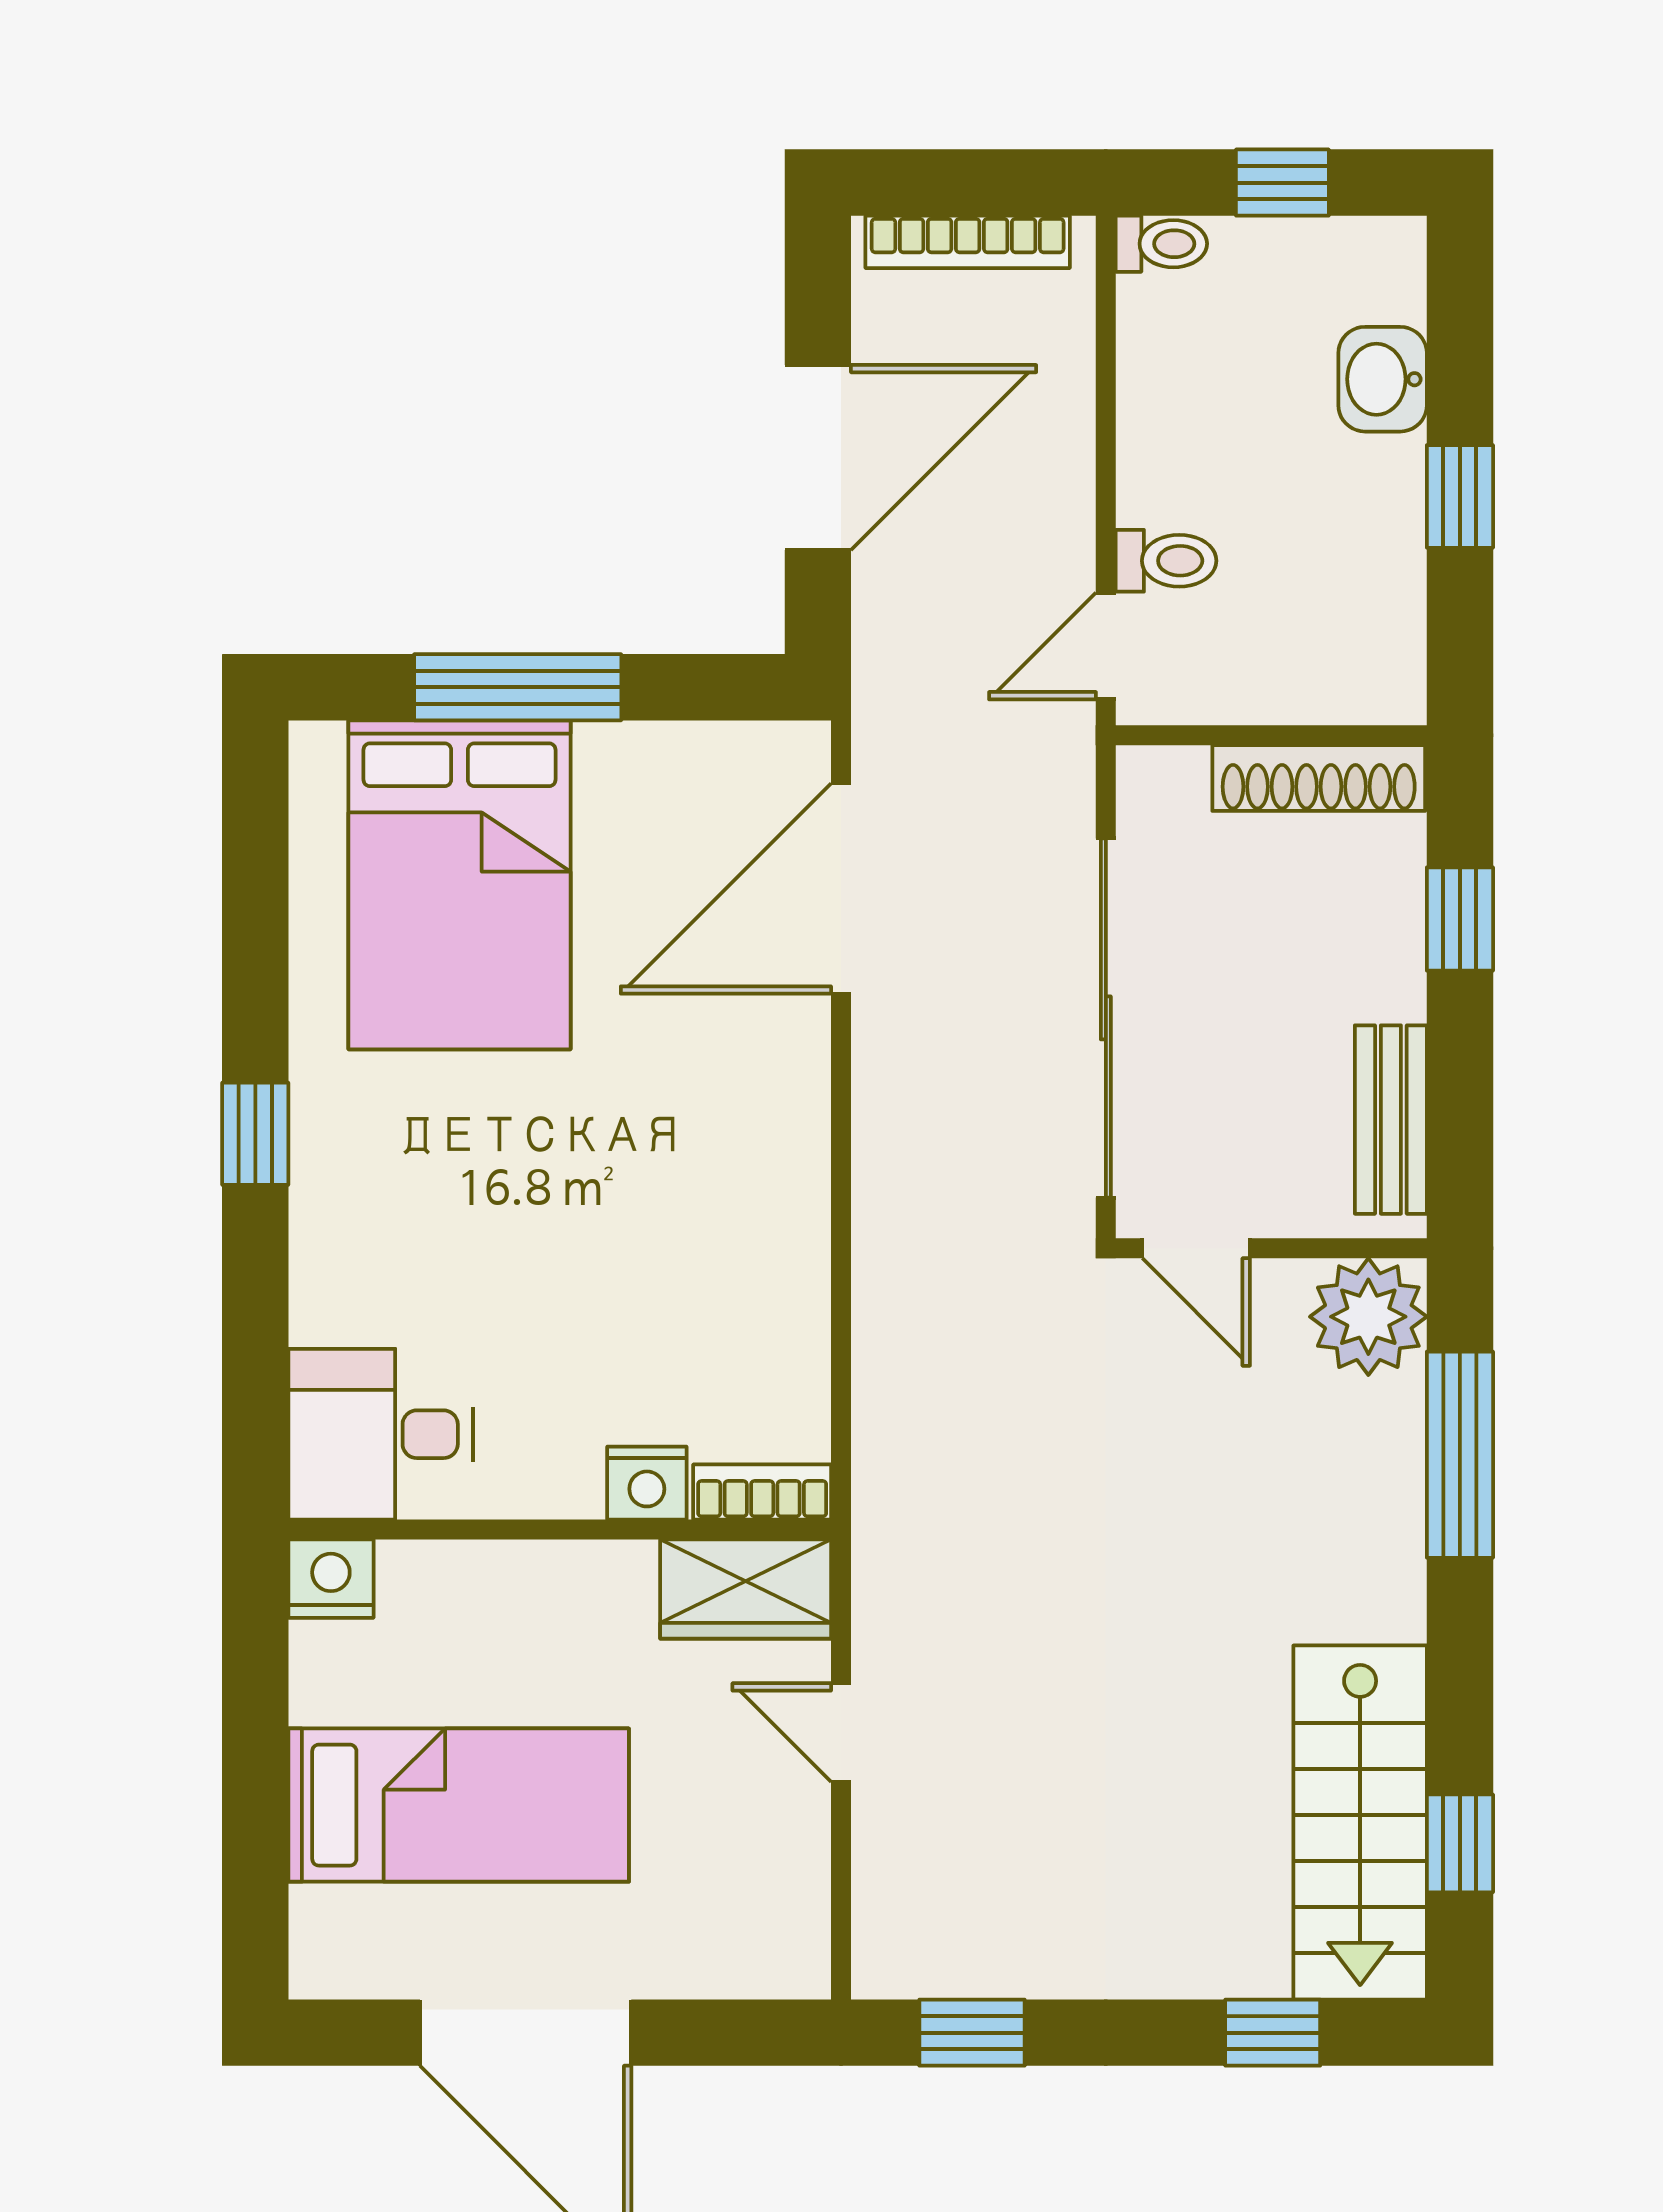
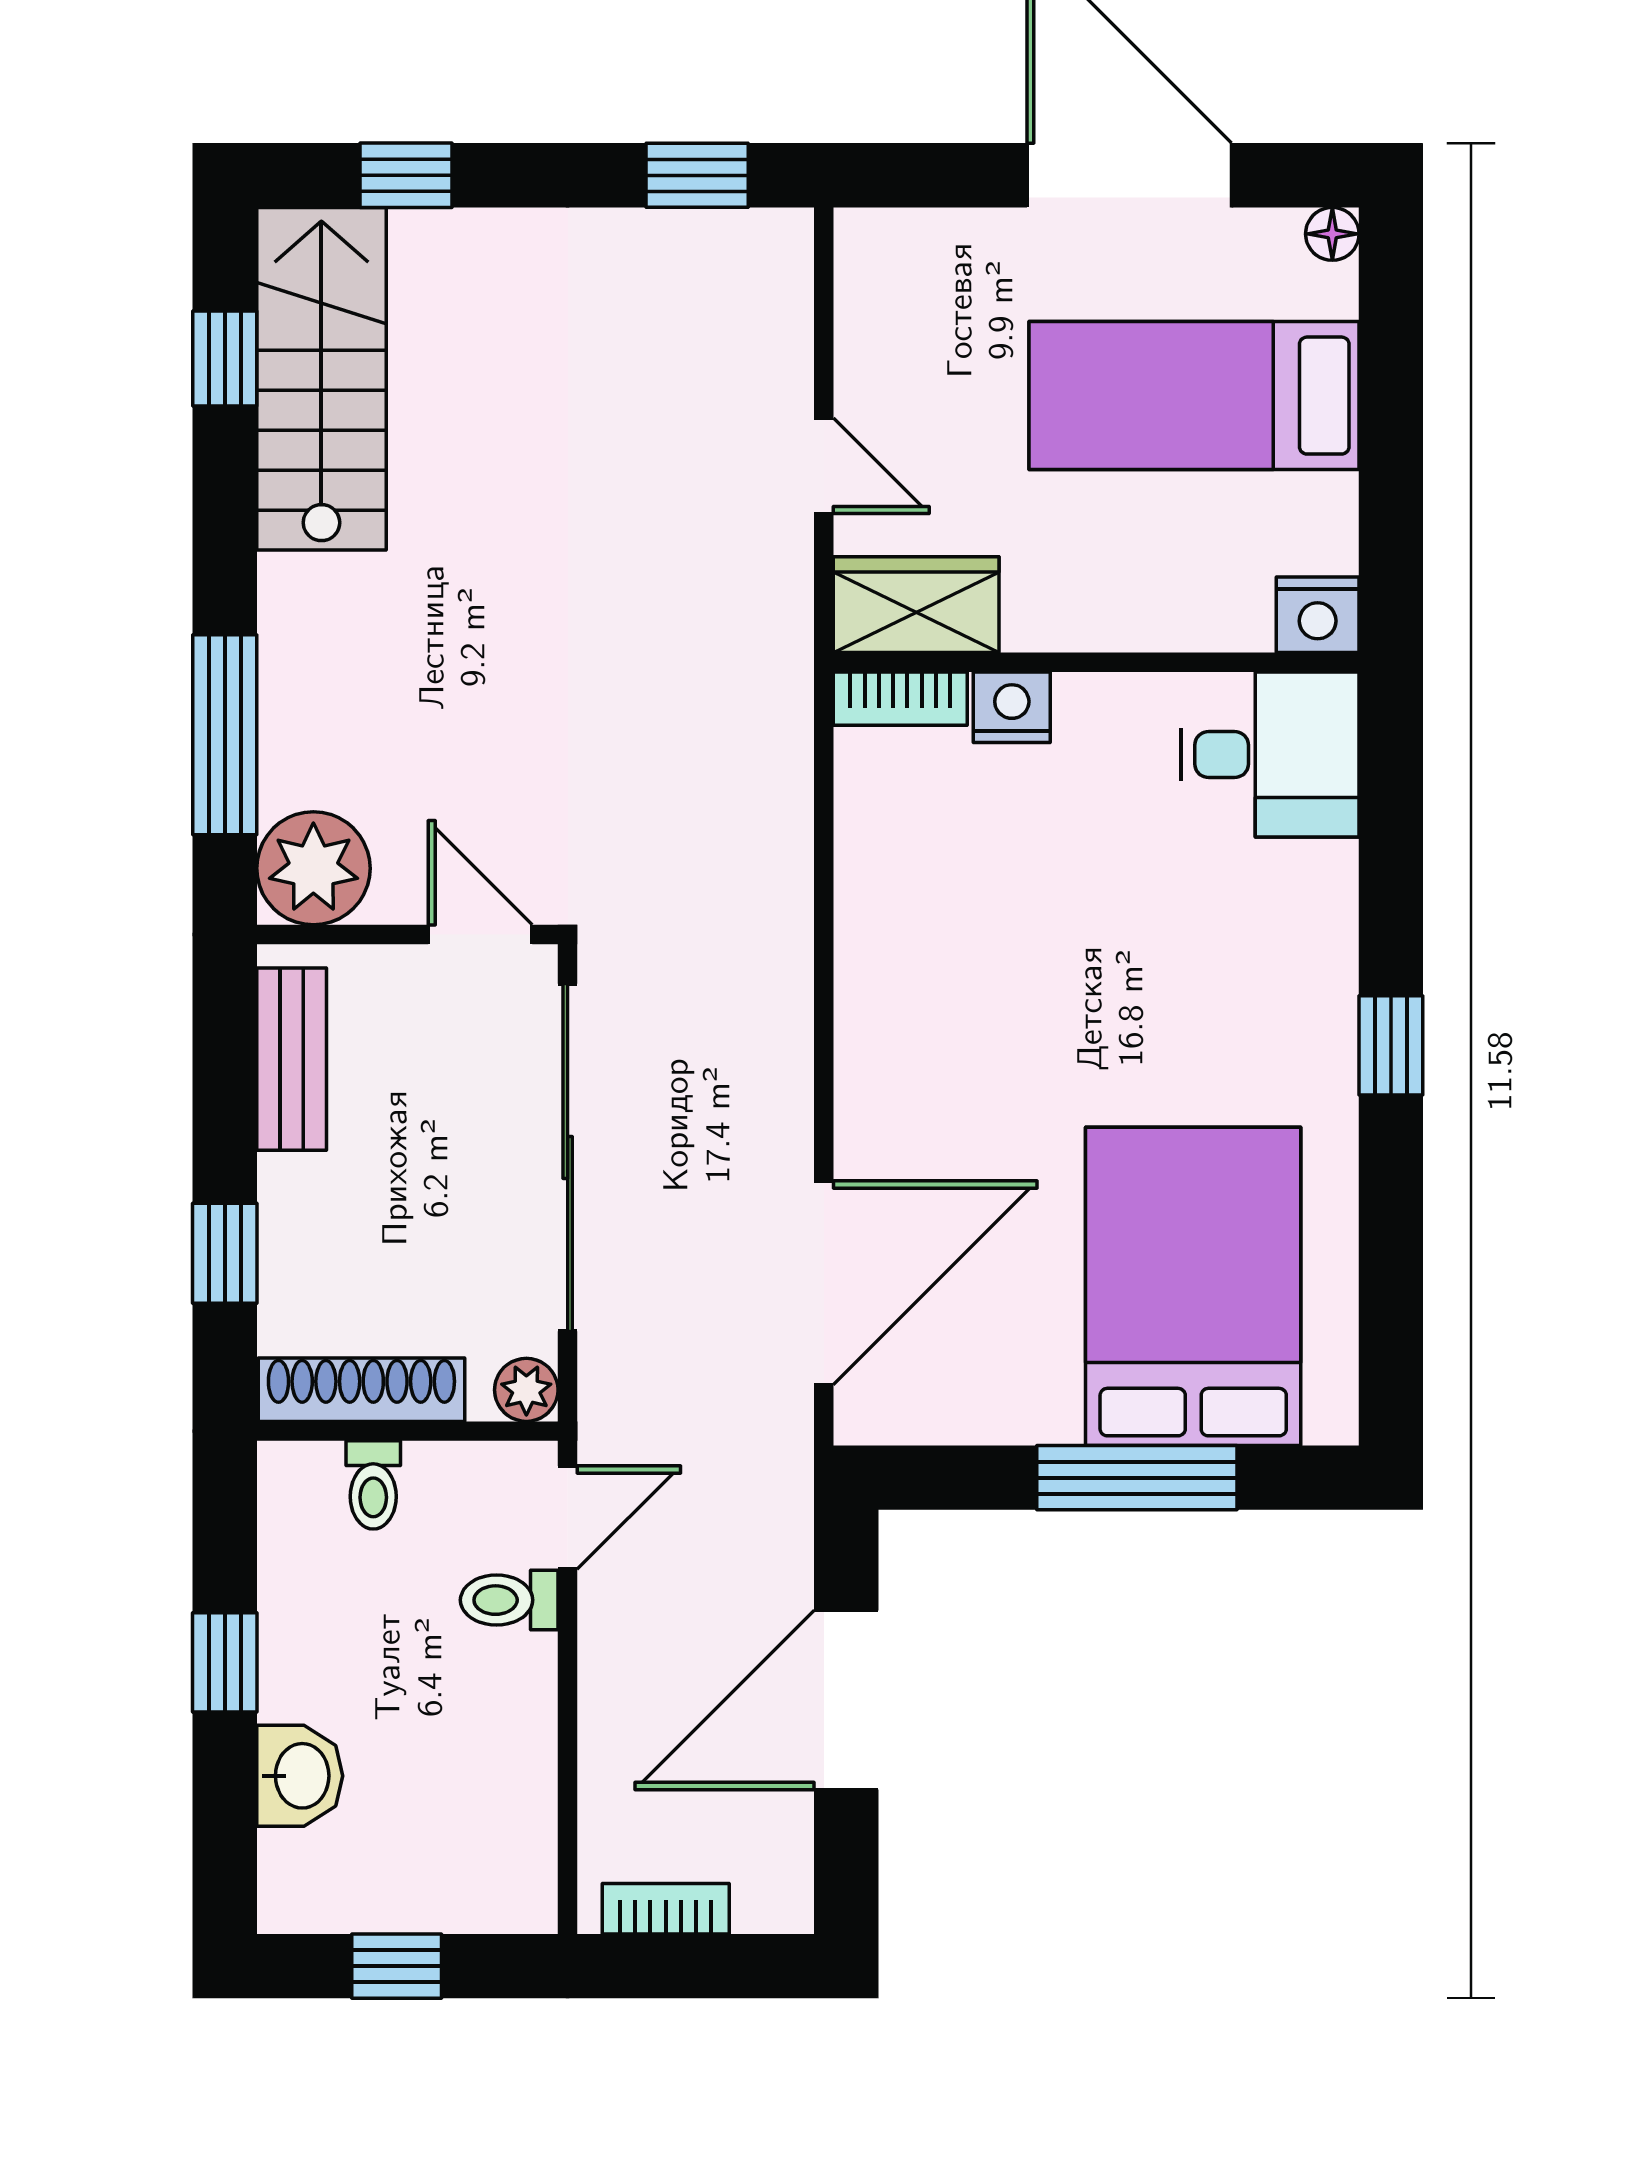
bookcase: (968, 242) -> (666, 1909), width x0.64
toilet: (1161, 244) -> (373, 1485), moved, turned -90
plant: (1148, 778) -> (526, 1390), added
floor lamp: (316, 1972) -> (1332, 234), added

